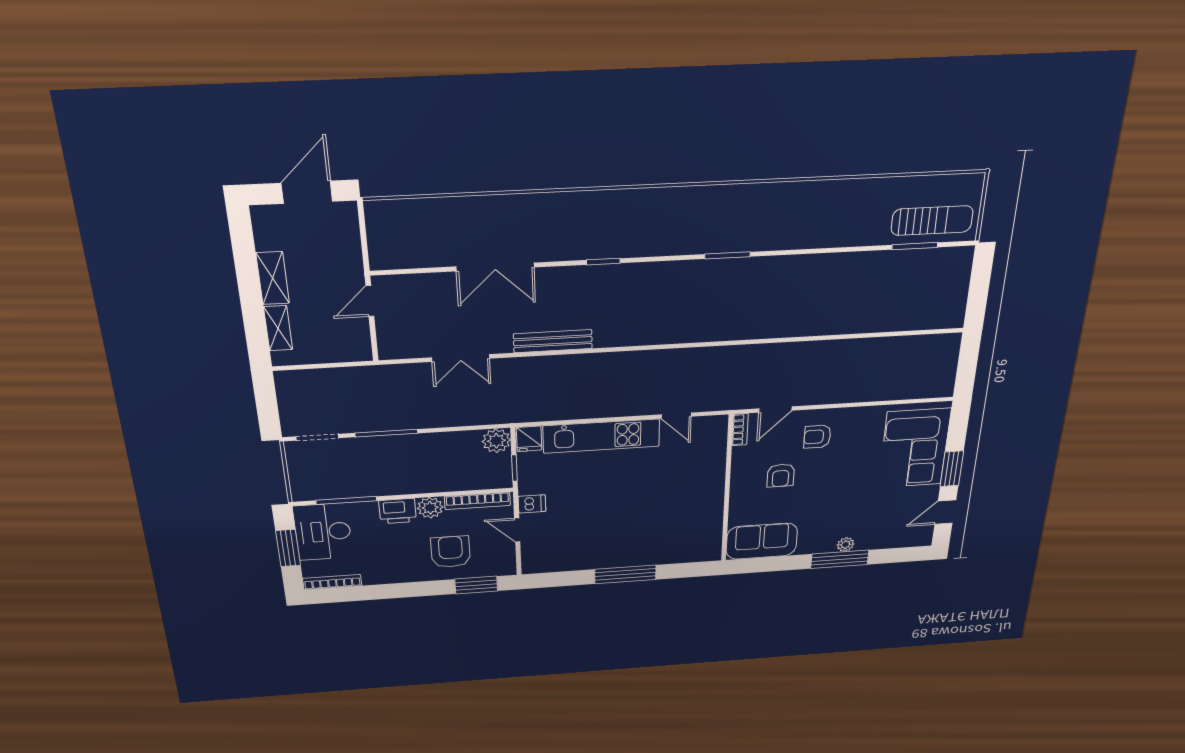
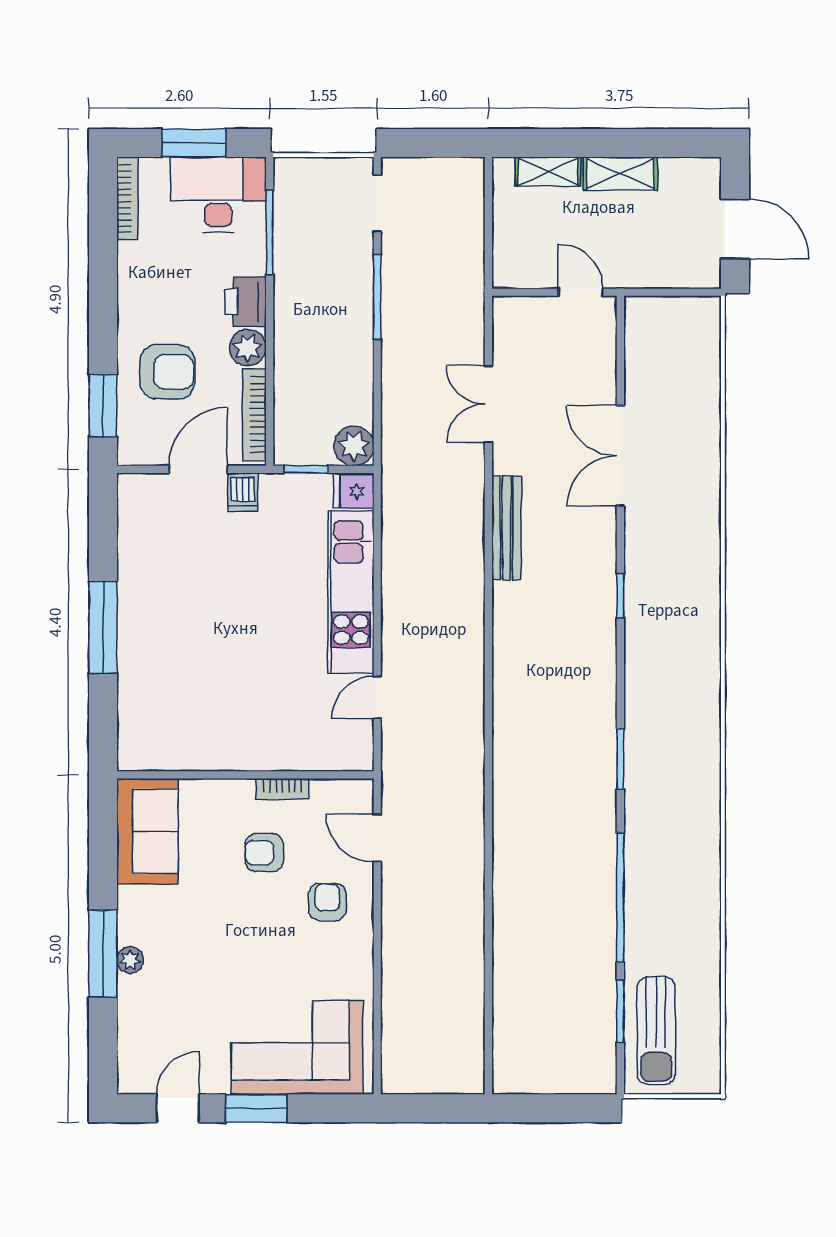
window: (831, 250) -> (620, 898), added
bookcase: (740, 430) -> (282, 789), moved
door: (945, 512) -> (178, 1108), hinge flipped
door: (517, 530) -> (198, 469), width x1.38

